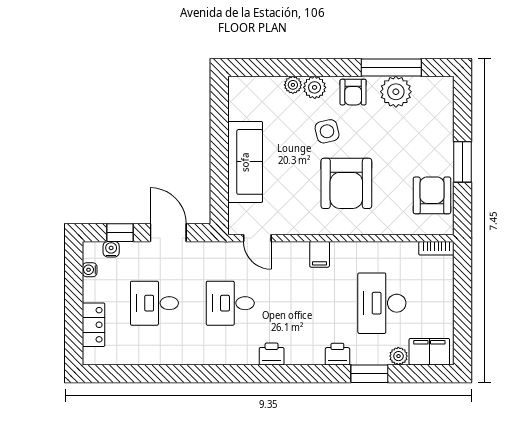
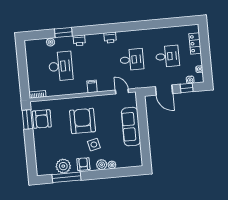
window: (463, 162) -> (27, 120), moved
filing cabinet: (429, 352) -> (36, 46), removed

